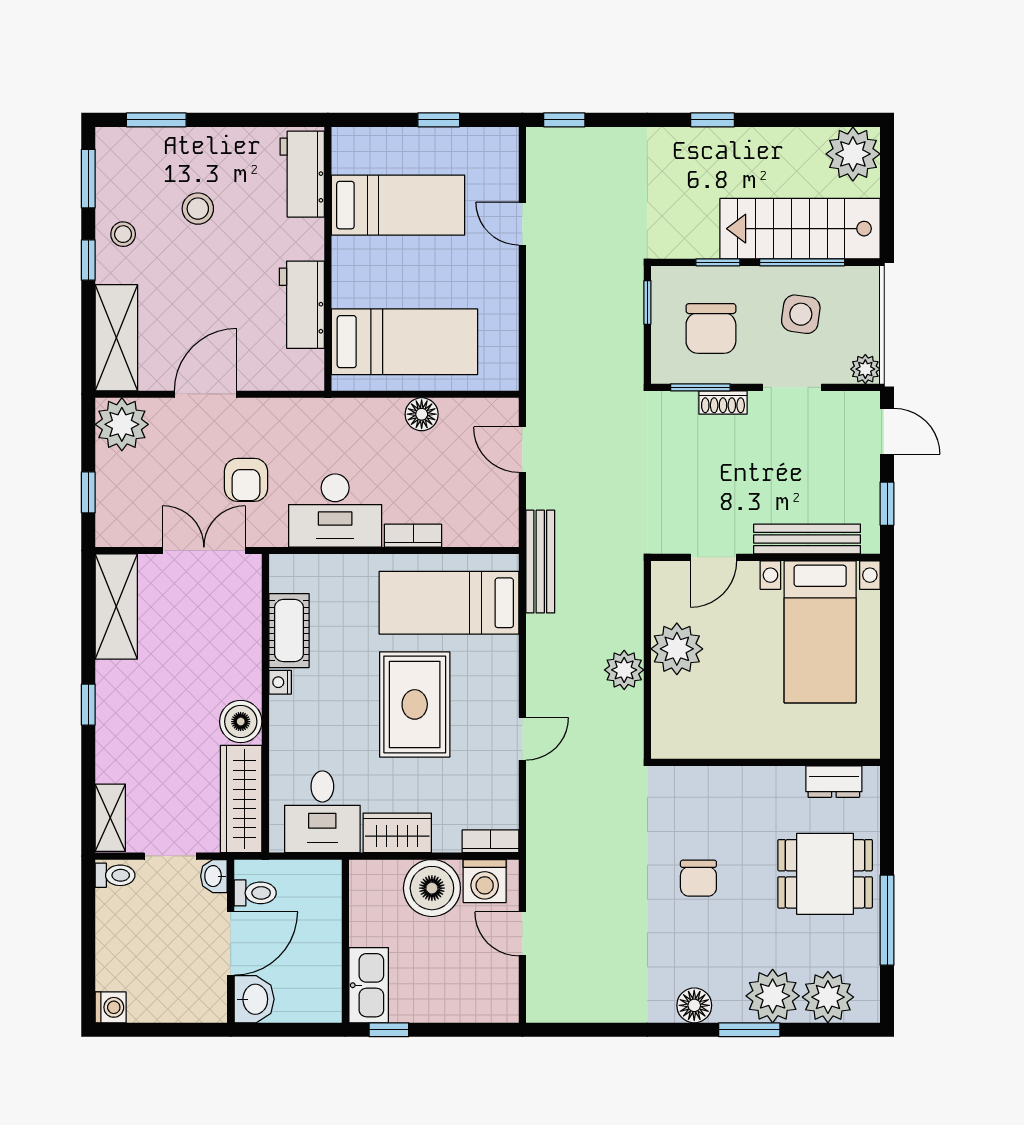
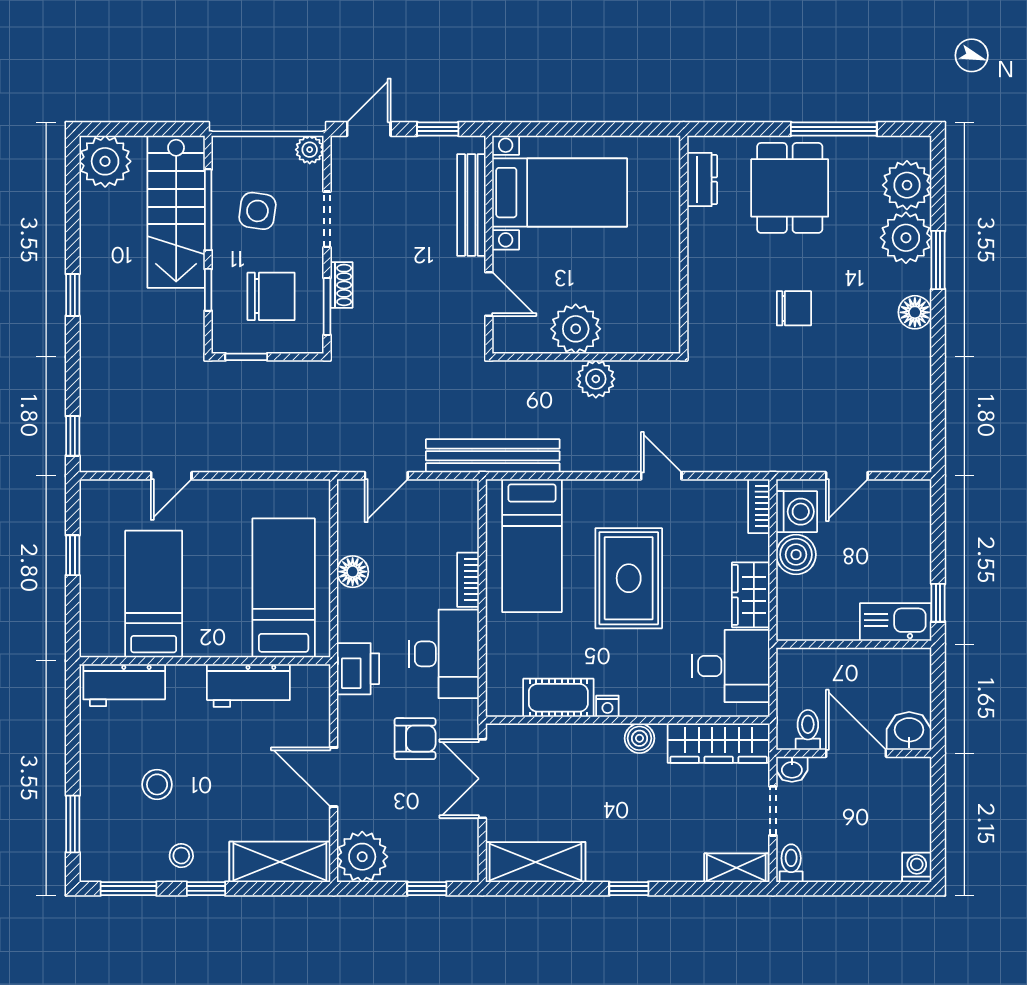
printer: (320, 420) -> (358, 669), added
bench: (540, 562) -> (493, 456), width x1.37, depth x1.21
rug: (415, 704) -> (629, 578), turned 90
boiler: (241, 722) -> (639, 738), width x0.73, depth x0.73
boiler: (432, 888) -> (796, 555), width x0.73, depth x0.73

